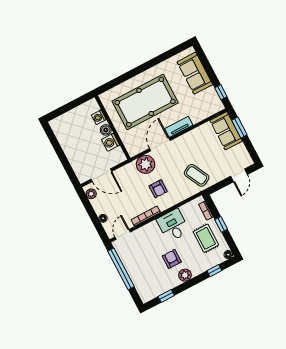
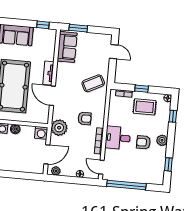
sofa: (226, 131) -> (67, 47), moved, turned -90
washing machine: (111, 142) -> (41, 133), moved
plant: (146, 164) -> (59, 128), moved
desk: (173, 225) -> (118, 138), moved

